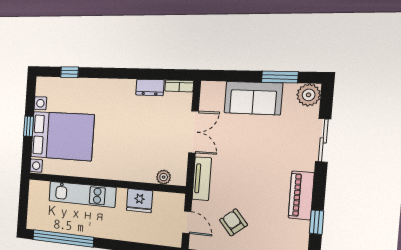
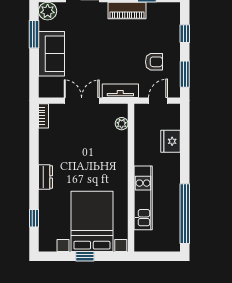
dresser: (150, 87) -> (45, 177), moved
fridge: (139, 201) -> (171, 141), moved, turned 180
armchair: (233, 222) -> (154, 62), turned -140

